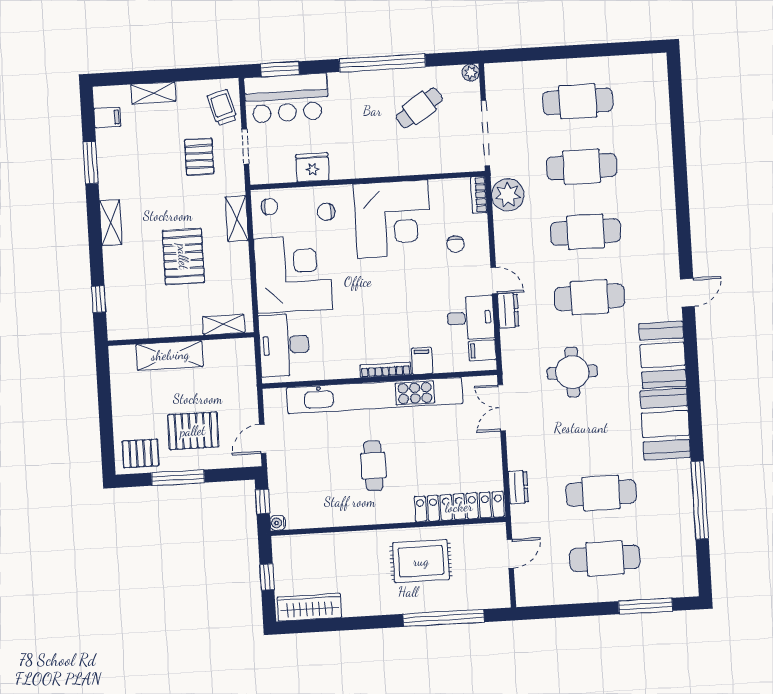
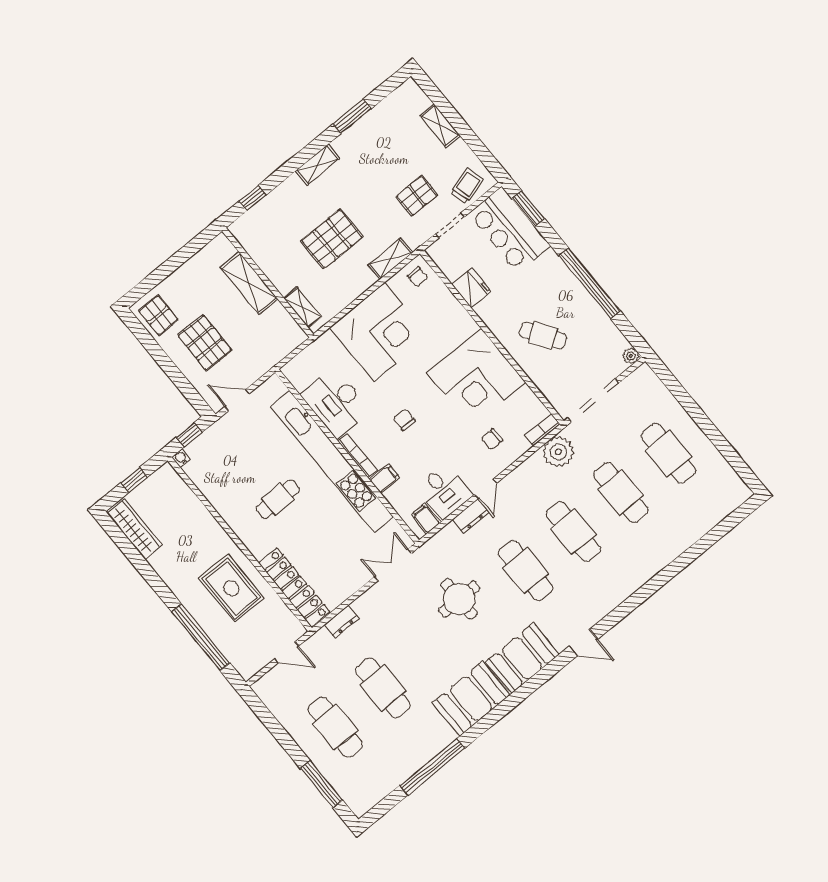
cafe table: (419, 108) -> (543, 336), moved
filing cabinet: (107, 117) -> (396, 104), removed
chair: (326, 212) -> (404, 420), moved
desk: (284, 345) -> (336, 403), moved, turned -90
window: (178, 478) -> (161, 357), removed

